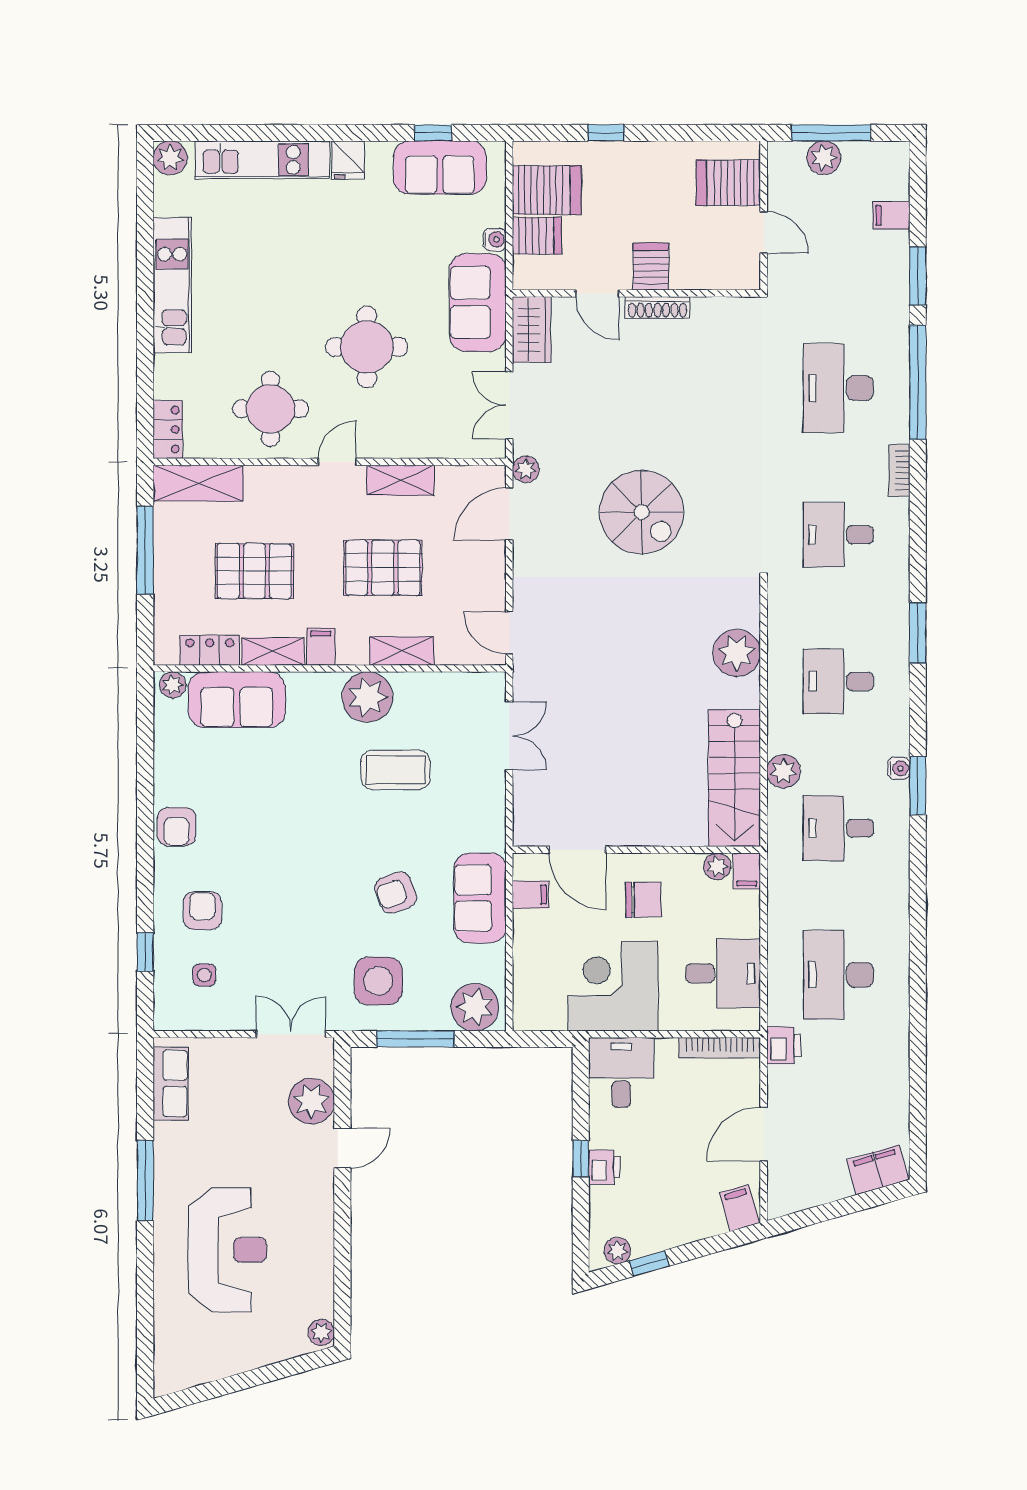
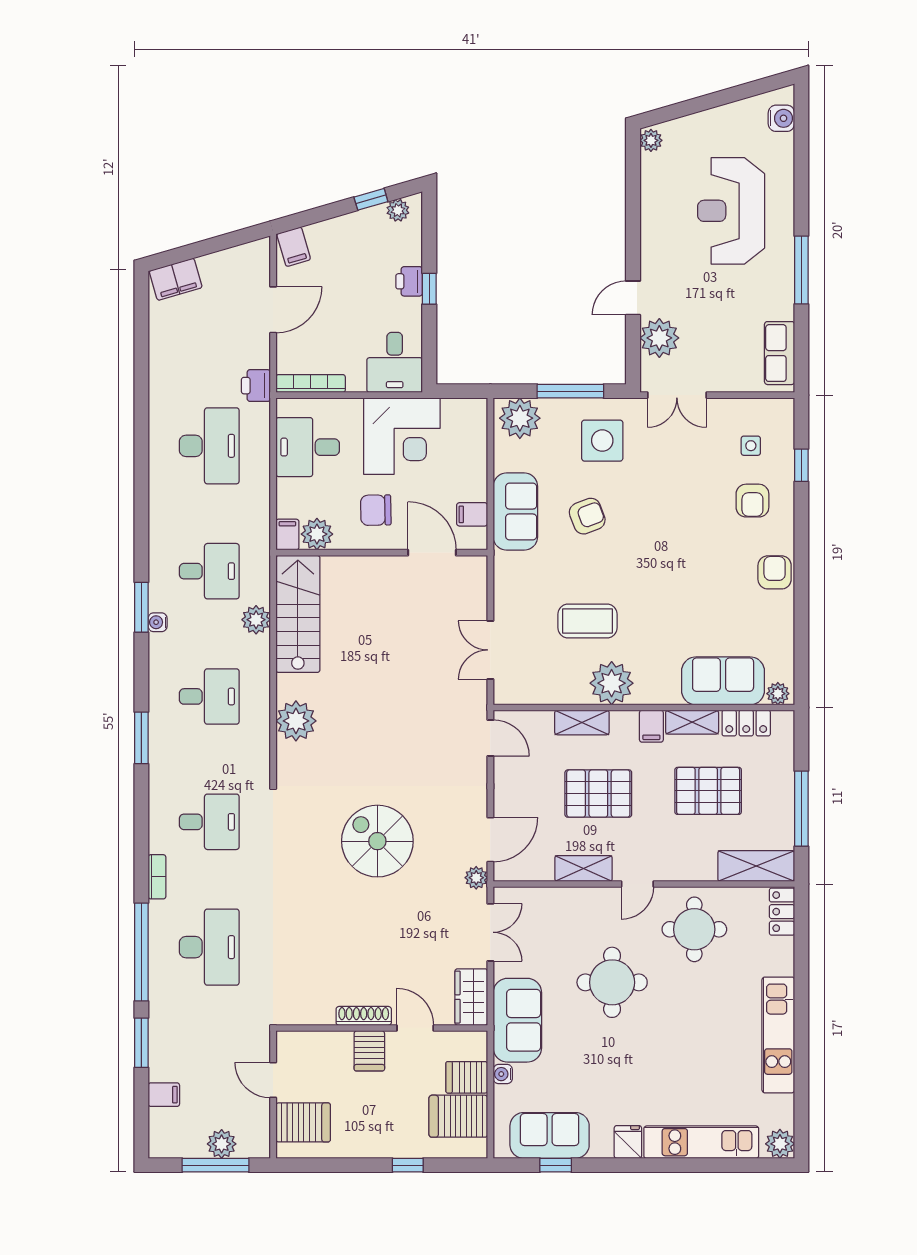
plant: (717, 866) -> (317, 534), width x1.38, depth x1.38
water cooler: (169, 1358) -> (781, 118), added

